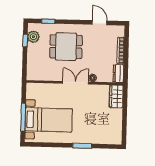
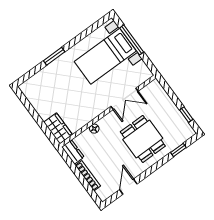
door: (100, 23) -> (128, 187), swing flipped
plant: (33, 37) -> (181, 124), removed
dining table: (66, 47) -> (143, 139), turned 90
double door: (76, 83) -> (124, 99), moved

